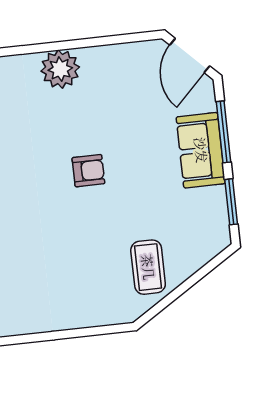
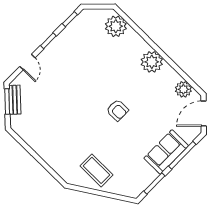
plant: (134, 56) -> (183, 89), added
coffee table: (148, 267) -> (97, 170), turned 90

